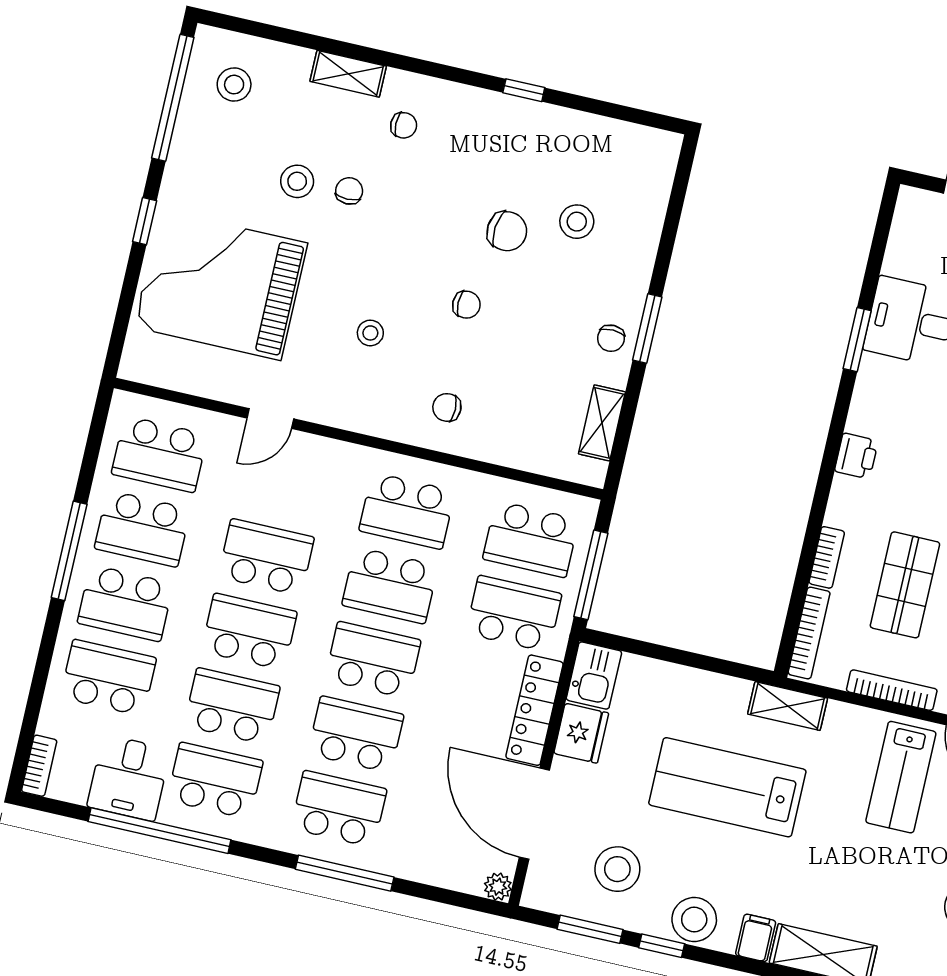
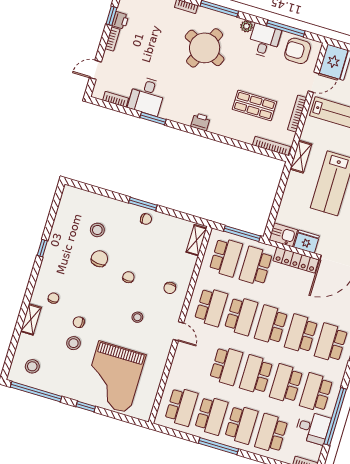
door: (270, 418) -> (178, 331), moved
shelving: (602, 423) -> (196, 240), moved, turned 90
school desk: (266, 557) -> (226, 366), turned 180
bookcase: (827, 557) -> (116, 99), moved

